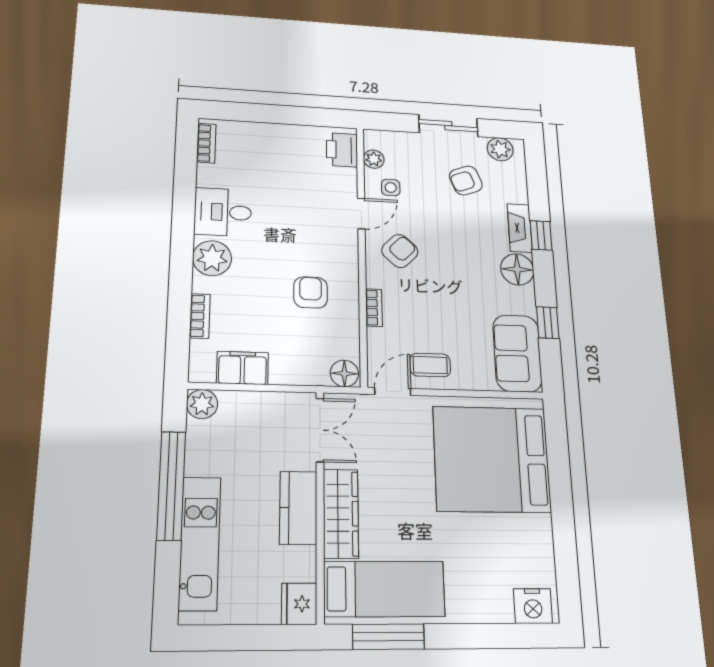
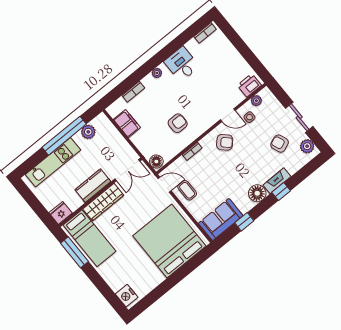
plant: (212, 258) -> (157, 73), width x0.53, depth x0.53
plant: (202, 404) -> (88, 132), moved

